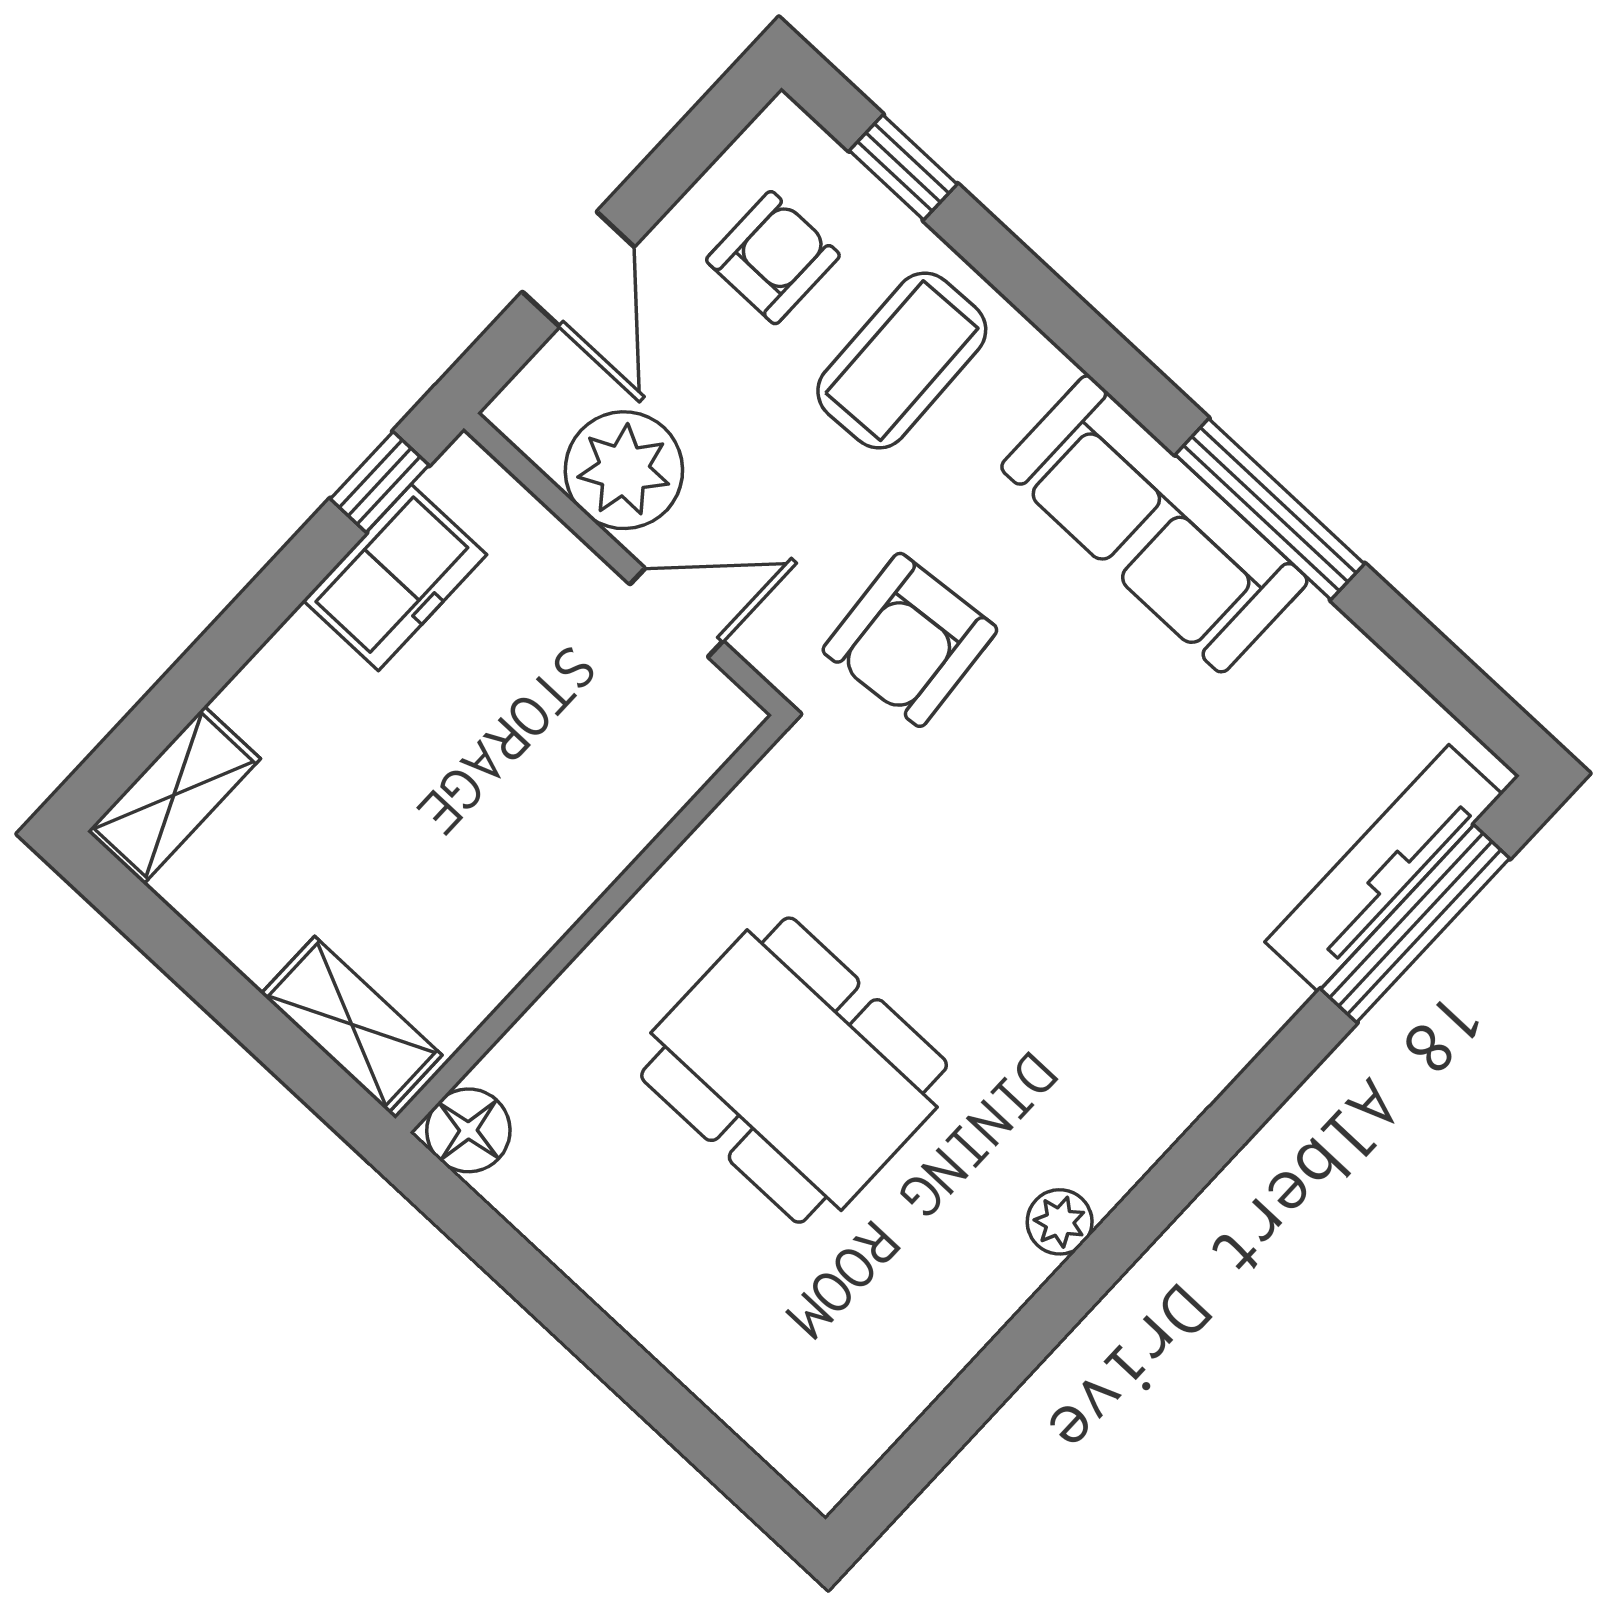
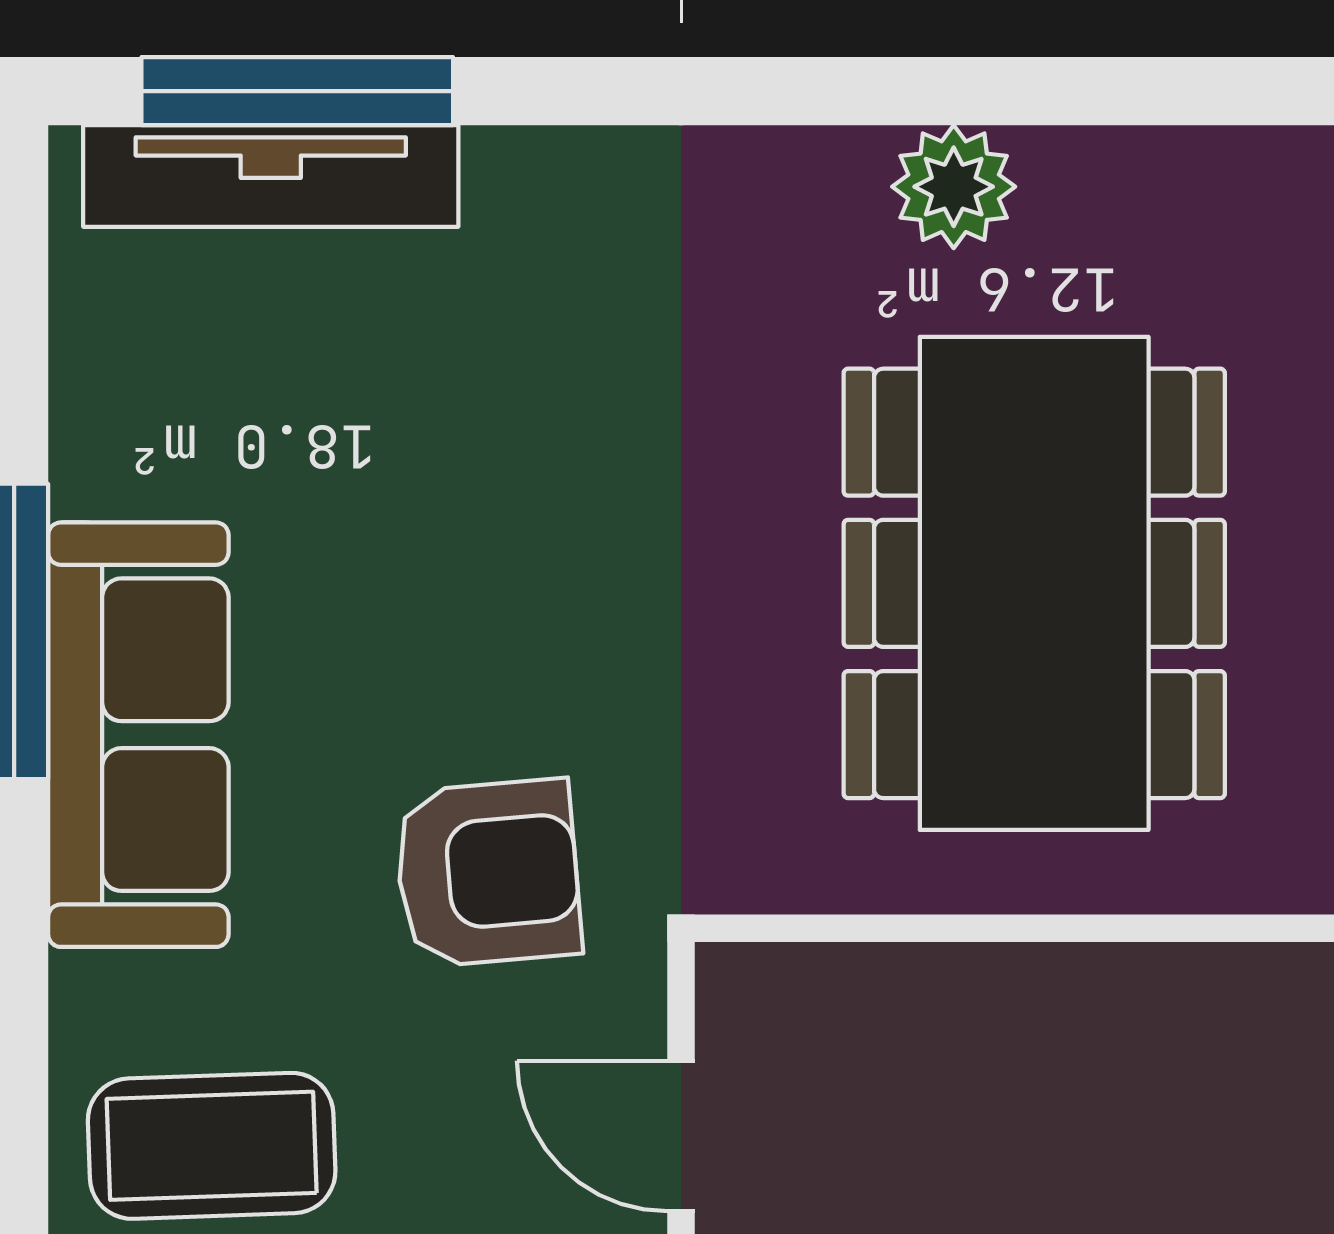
dining table: (794, 1070) -> (1034, 583), width x1.36, depth x1.24
plant: (1060, 1222) -> (954, 187), width x1.38, depth x1.38

